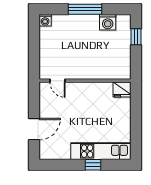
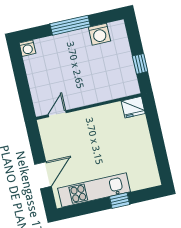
window: (136, 37) -> (140, 64), moved
door: (57, 81) -> (57, 114), swing flipped
kitchen unit: (101, 151) -> (94, 190), moved

